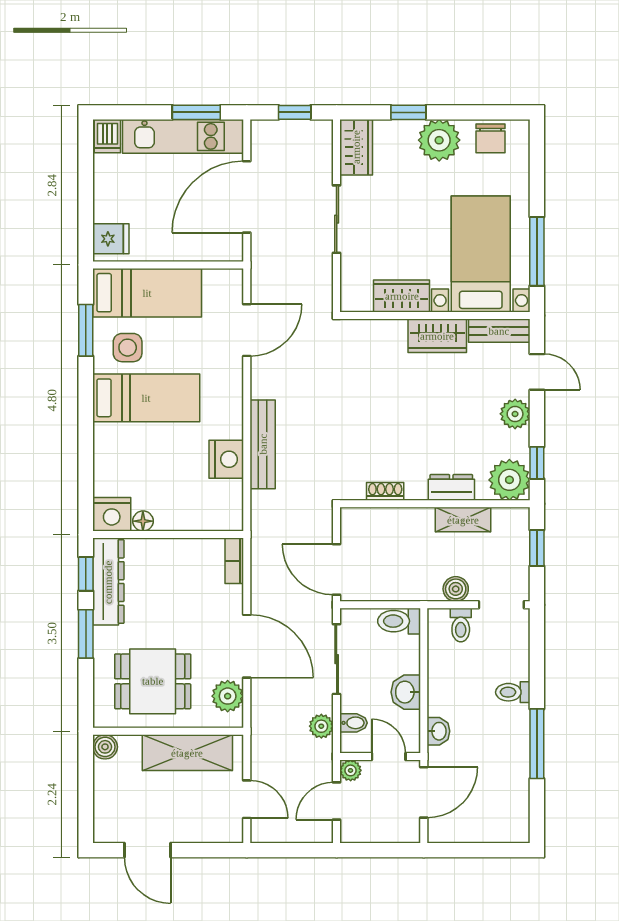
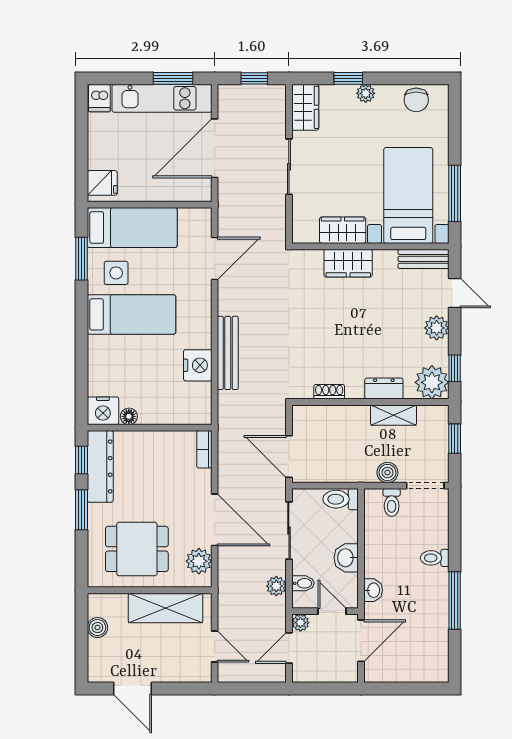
plant: (439, 140) -> (366, 93), width x0.53, depth x0.53
wardrobe: (437, 336) -> (348, 263), moved
boiler: (105, 747) -> (97, 628), moved

